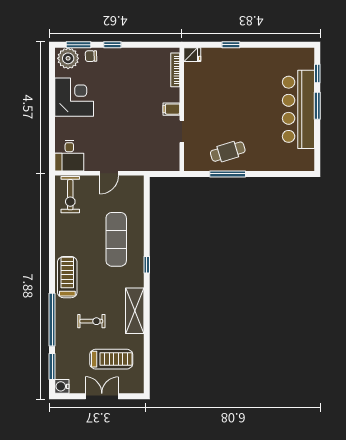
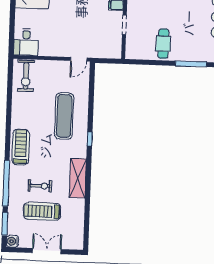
cafe table: (228, 152) -> (163, 44), turned -73
door: (109, 173) -> (79, 59), moved
window: (228, 174) -> (191, 64), moved
treadmill: (111, 359) -> (42, 211), moved, turned 180

